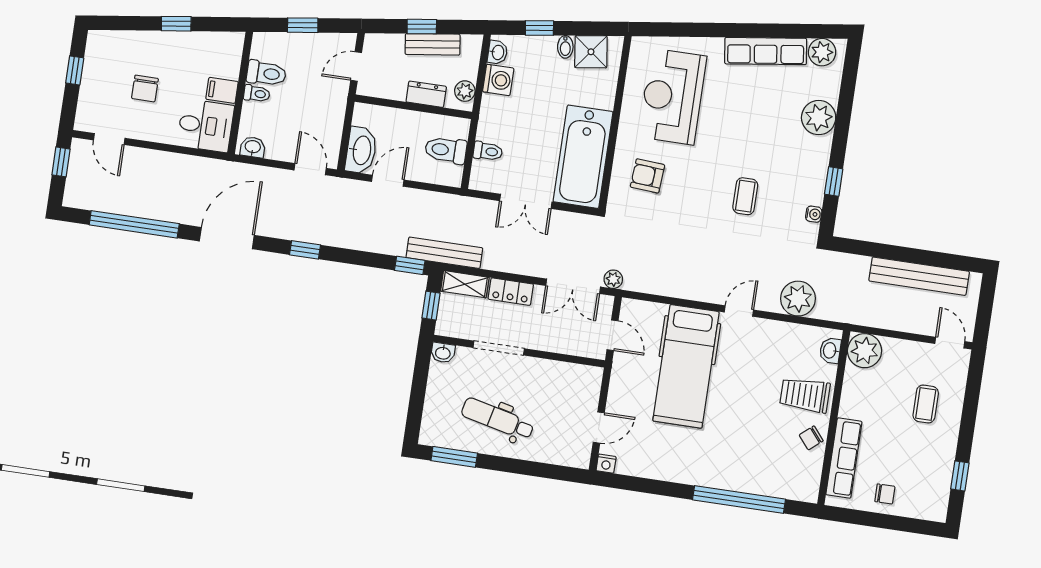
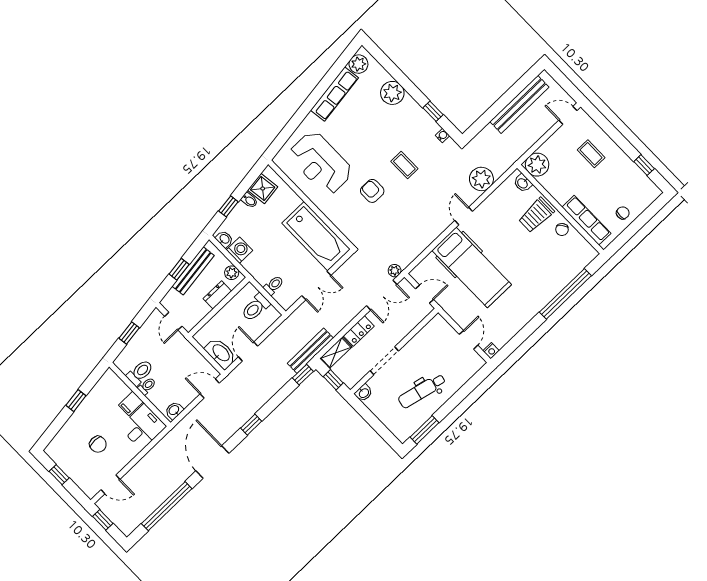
bench: (433, 44) -> (193, 271), width x1.36
armchair: (648, 176) -> (372, 191), moved, turned 86

